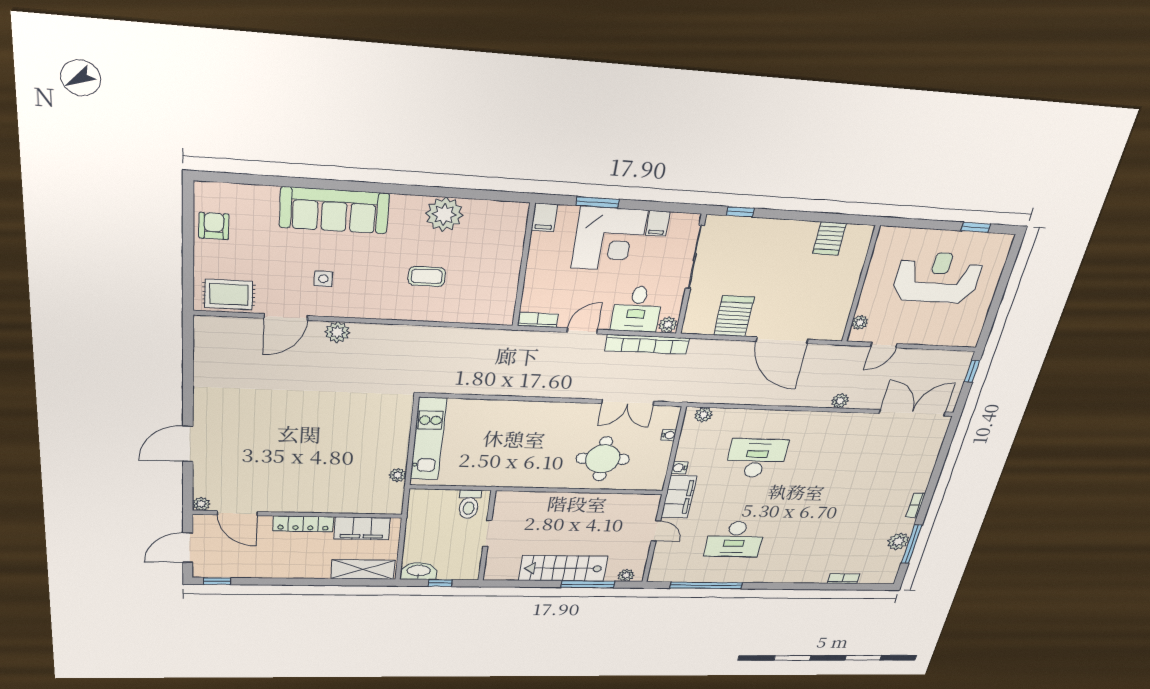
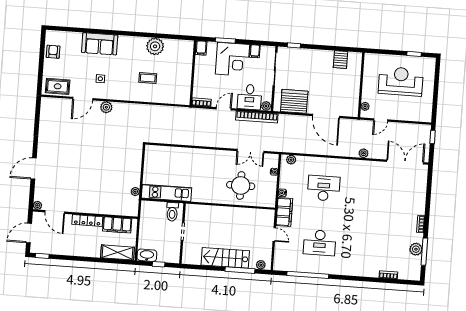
sofa: (334, 210) -> (100, 44), width x0.73
server rack: (734, 316) -> (294, 101), width x1.60
kitchen unit: (428, 439) -> (166, 193), moved, turned -90

